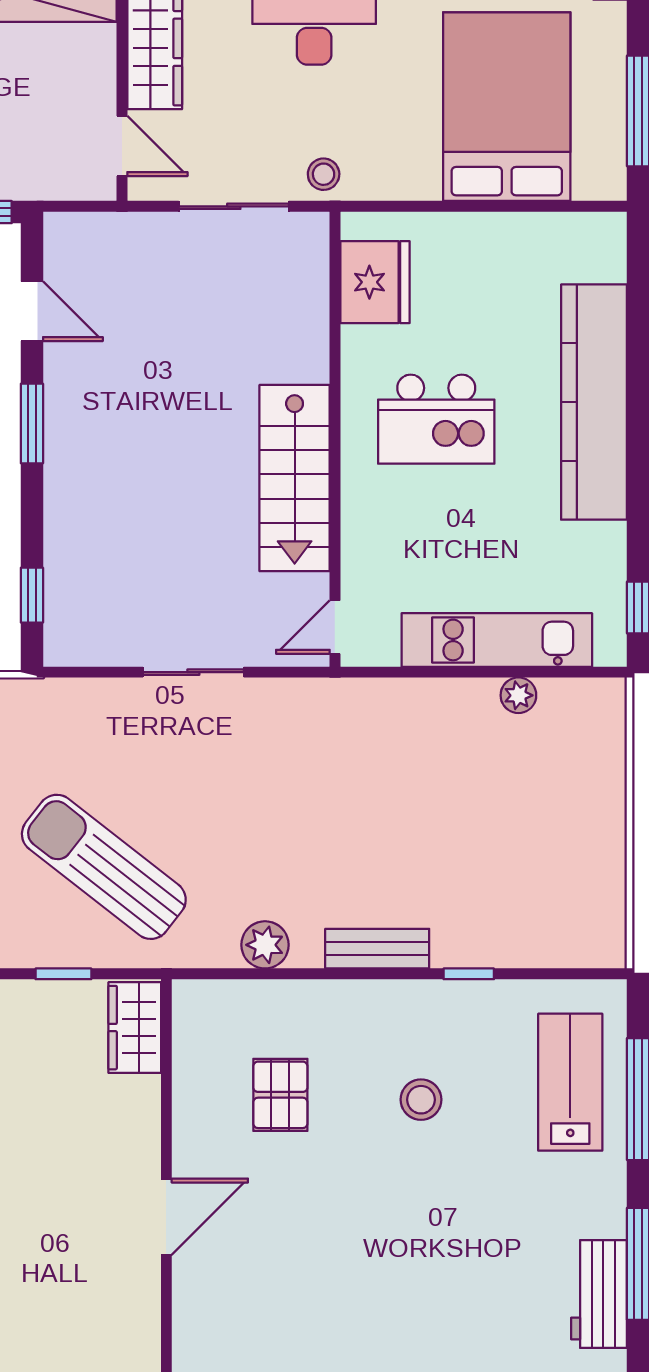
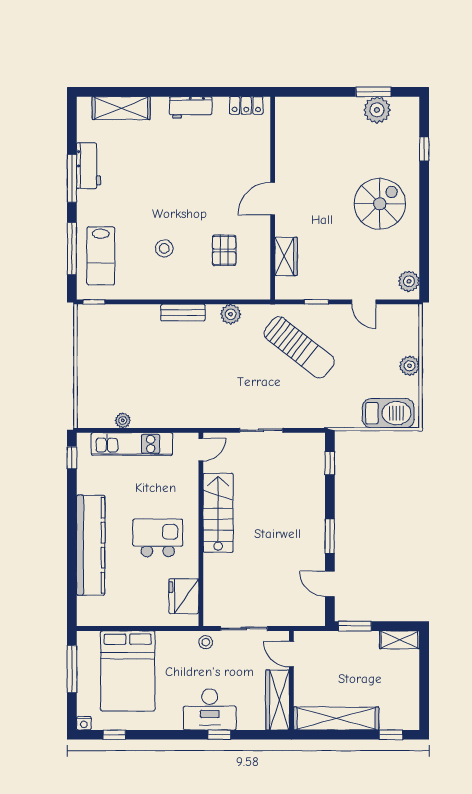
window: (469, 974) -> (94, 302), moved
wardrobe: (135, 1028) -> (286, 256), moved

